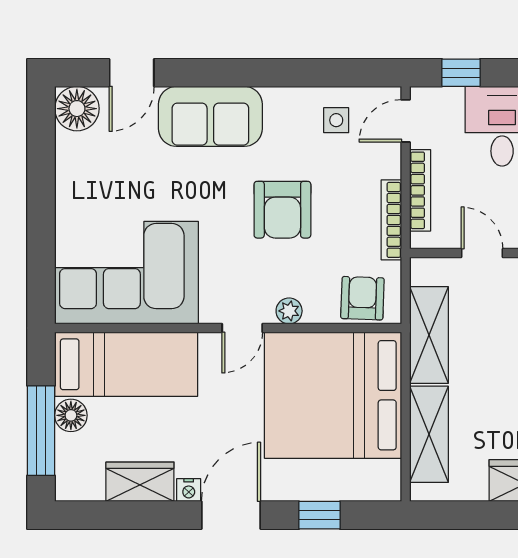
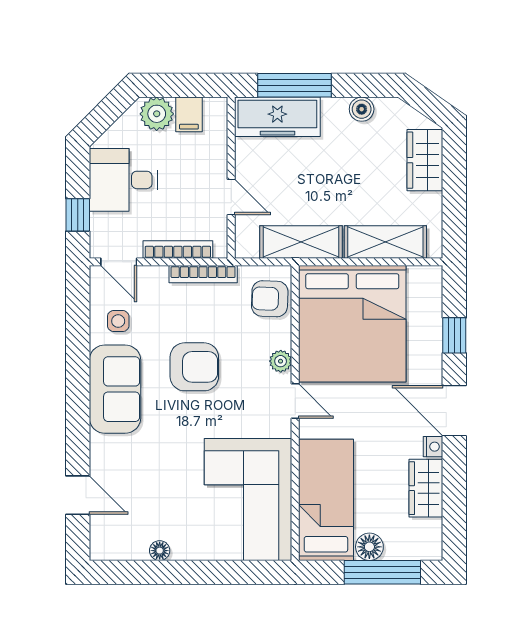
floor lamp: (77, 109) -> (160, 551), moved, width x0.53, depth x0.53
sofa: (210, 116) -> (115, 389), moved
door: (482, 253) -> (231, 197), swing flipped

